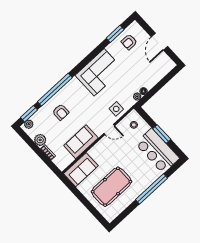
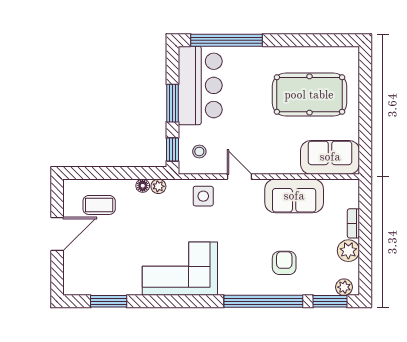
armchair: (129, 42) -> (100, 272), removed
coffee table: (154, 68) -> (99, 205), added
window: (145, 116) -> (172, 149), added
window: (152, 189) -> (227, 40), moved

